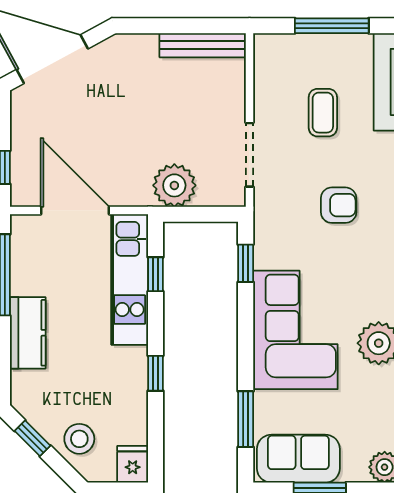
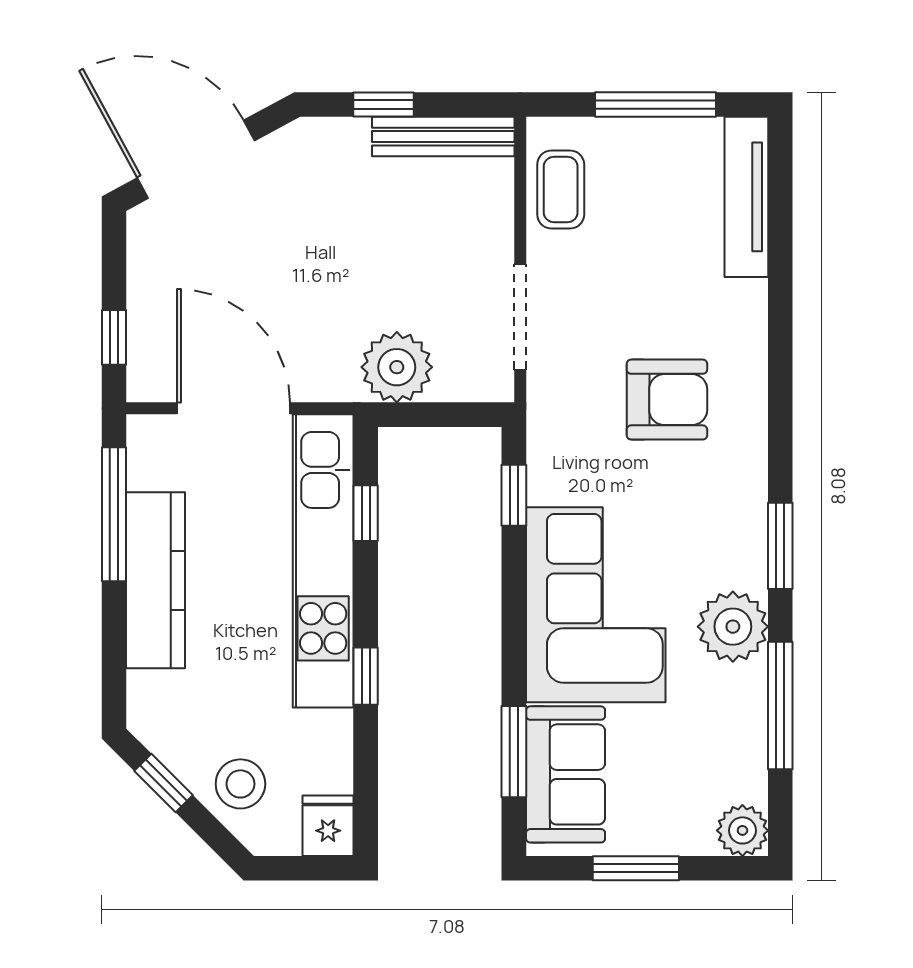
window: (166, 26) -> (384, 104), added
coffee table: (323, 113) -> (561, 189), moved
armchair: (339, 205) -> (667, 400), width x1.38, depth x1.38
kitchen unit: (130, 279) -> (323, 561), width x1.36
kitchen counter: (28, 333) -> (156, 580), width x1.50
sofa: (298, 459) -> (566, 774), moved, turned 90

